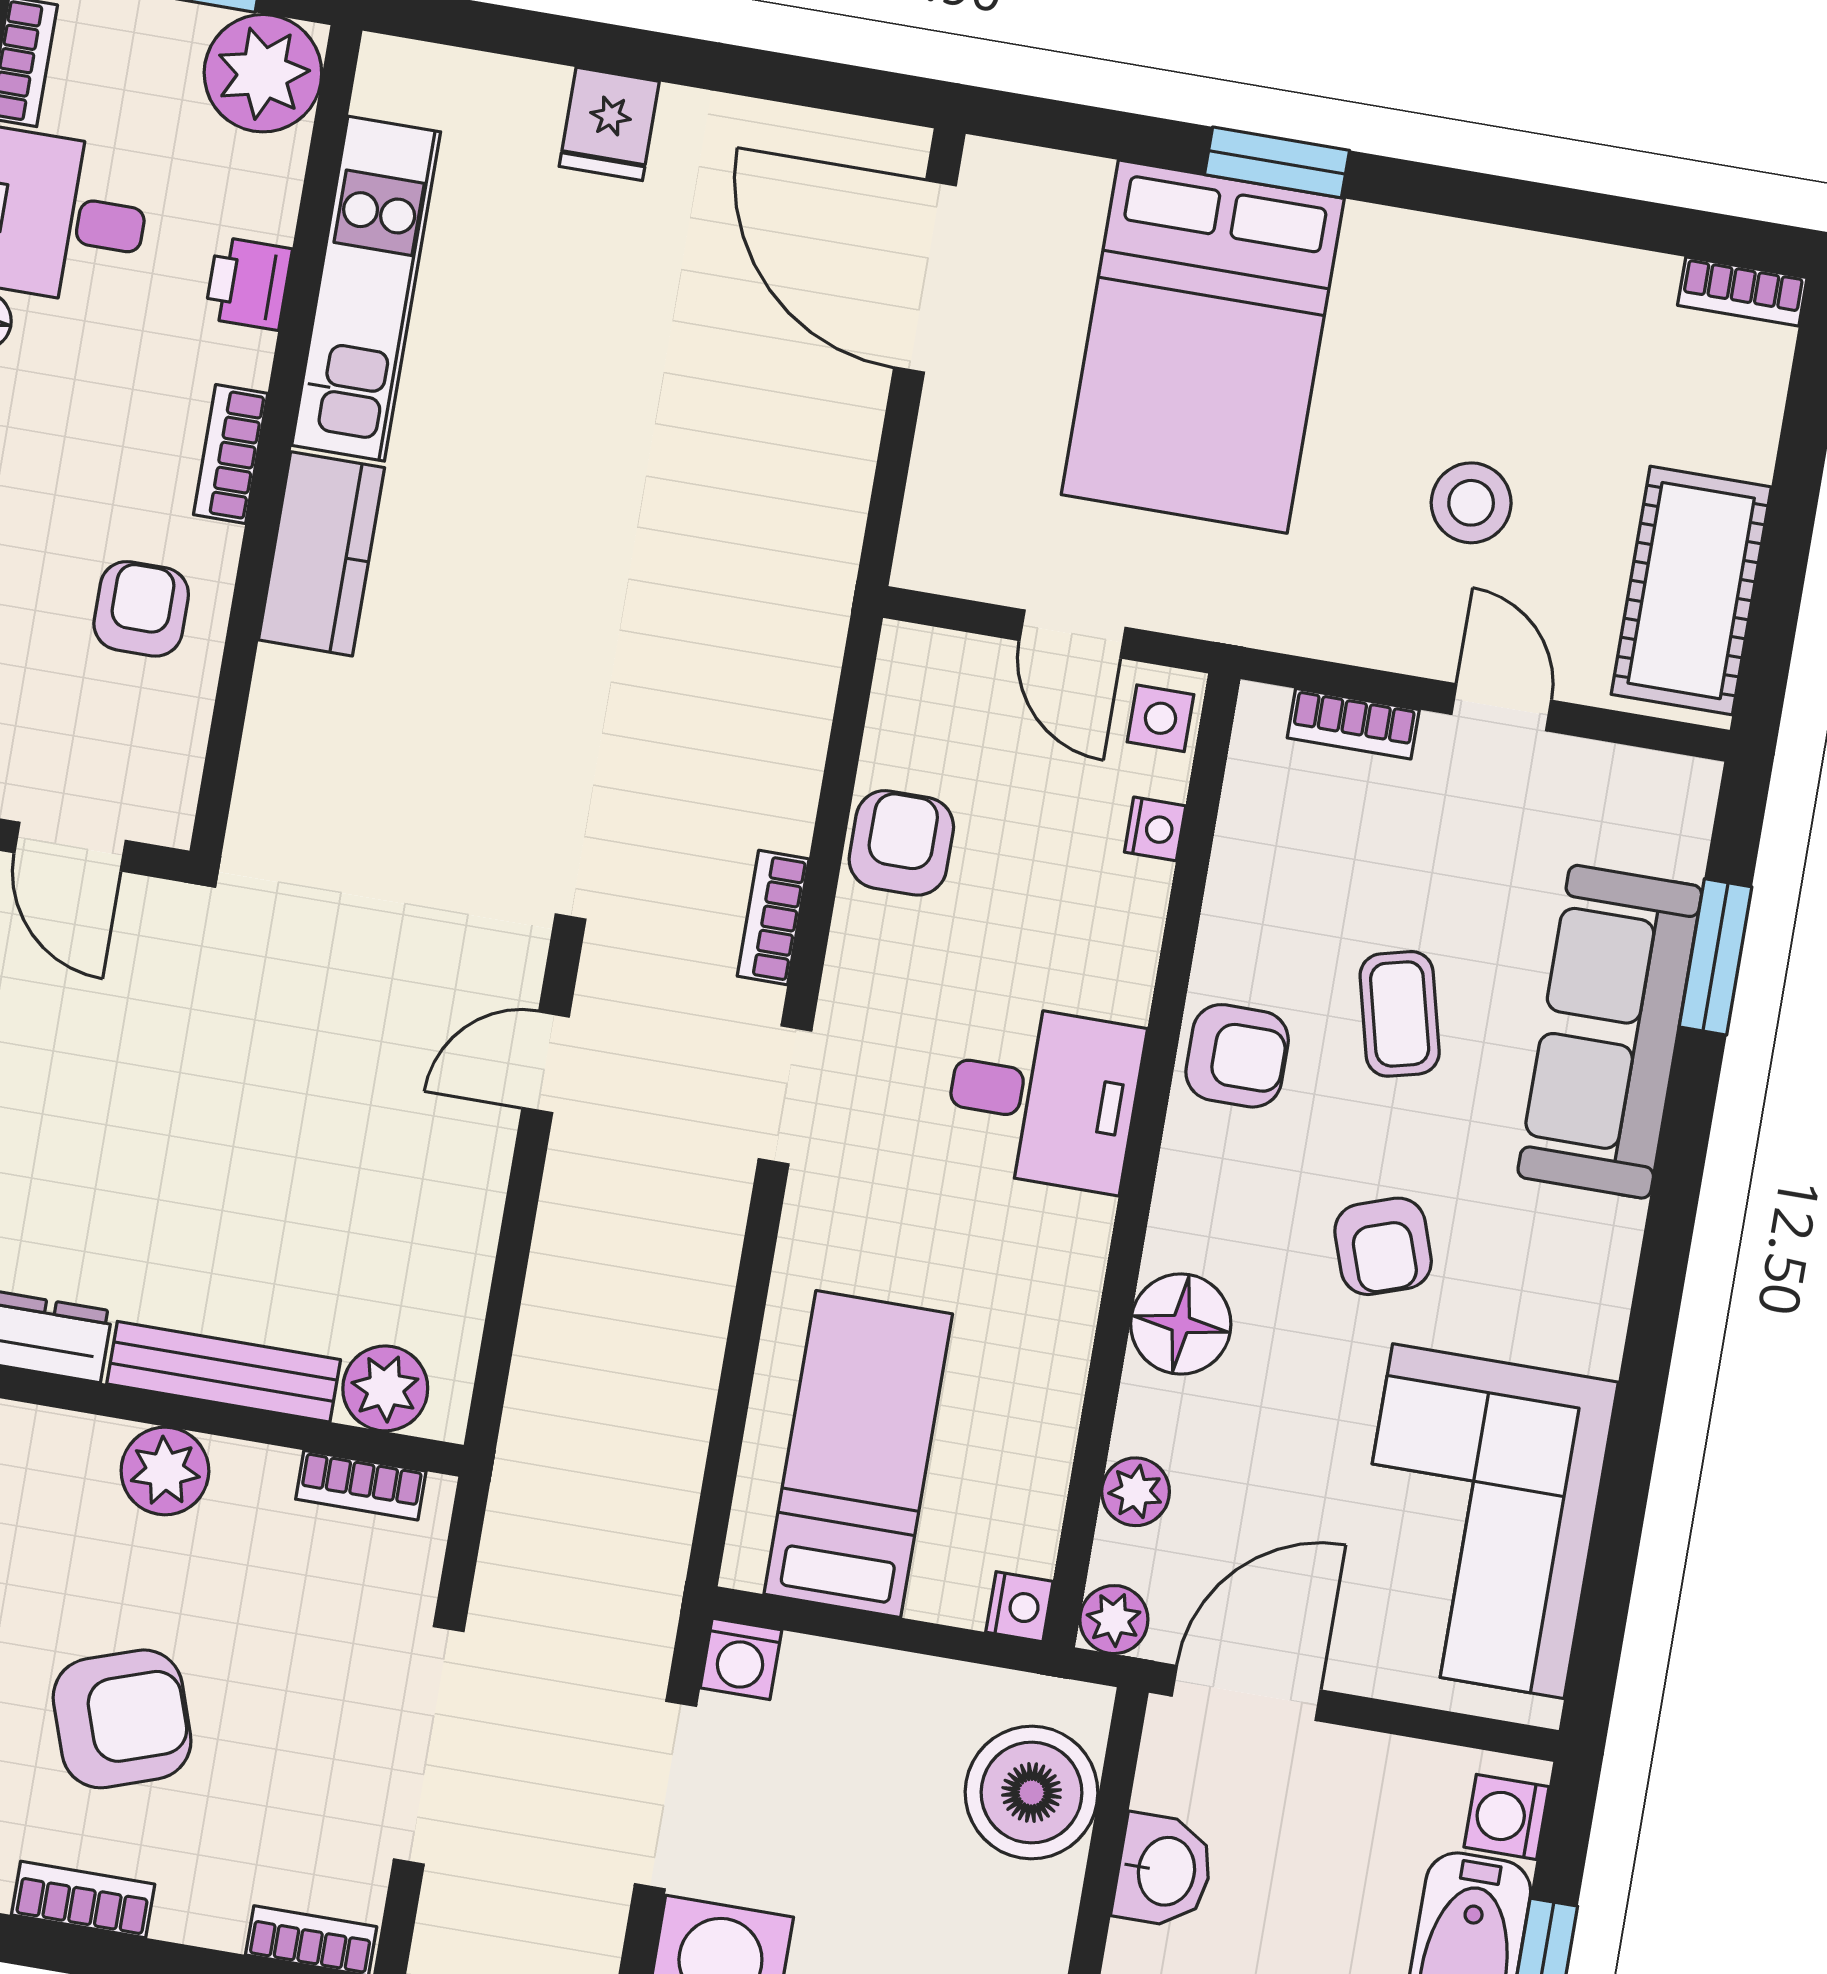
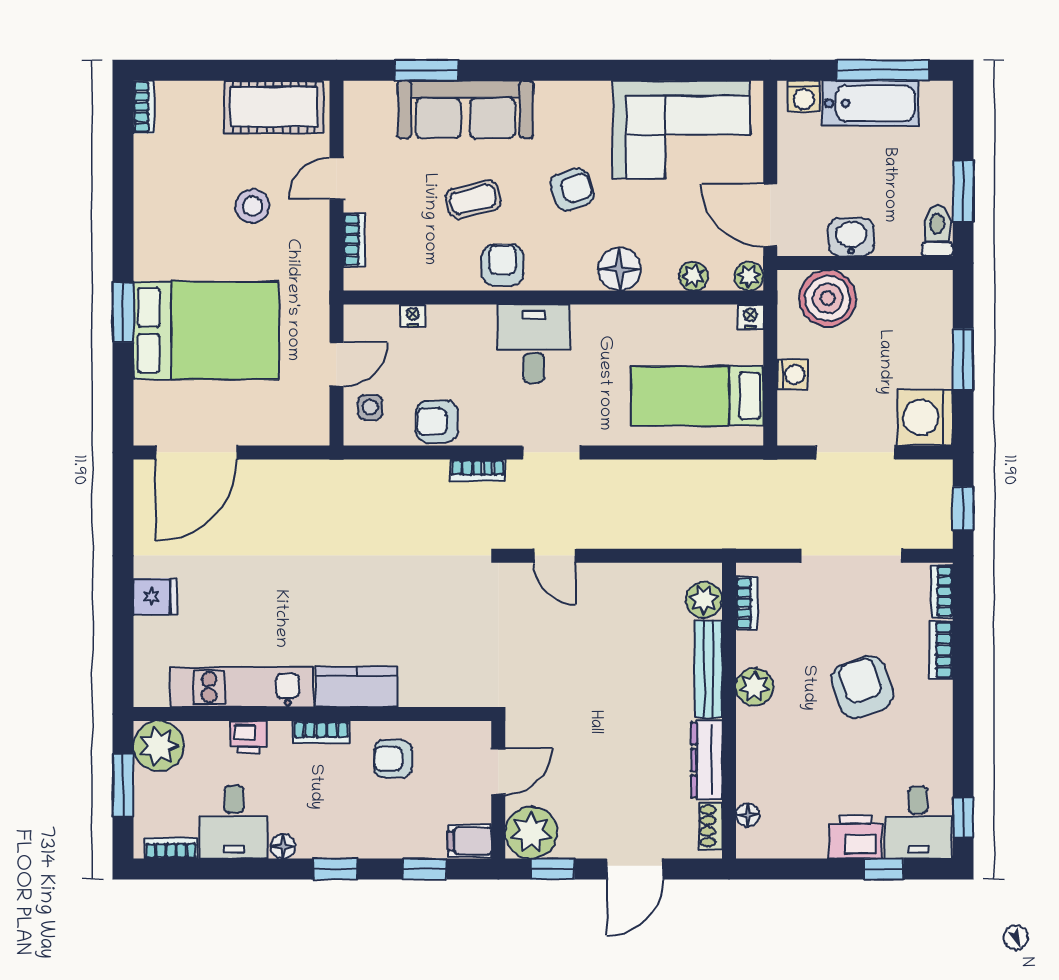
side table: (1160, 718) -> (370, 407), moved
washing machine: (741, 1659) -> (792, 374), moved
bookcase: (83, 1900) -> (941, 650), moved

